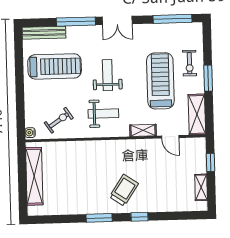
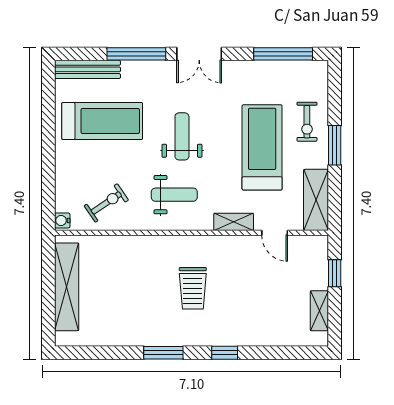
trolley: (124, 190) -> (193, 288), moved, turned 146

